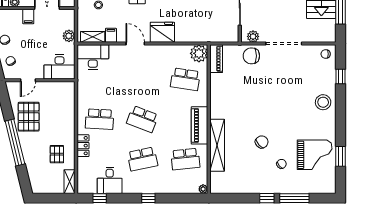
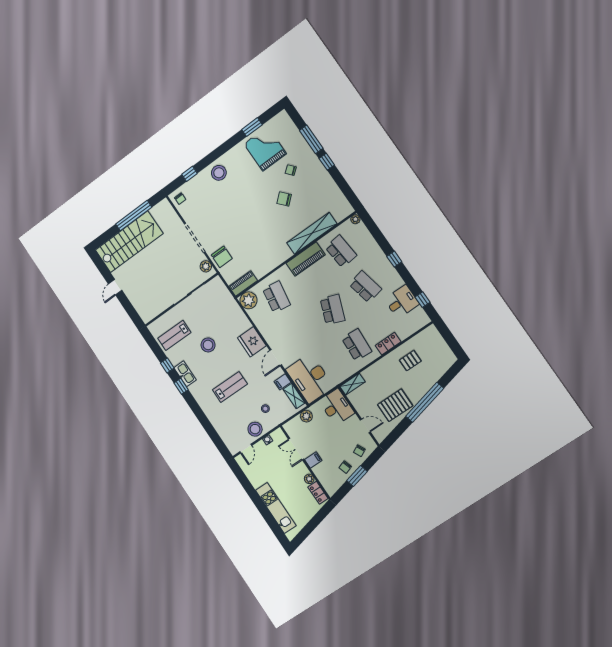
desk: (93, 57) -> (310, 378), width x1.36, depth x1.30
shelving: (70, 182) -> (352, 384), moved

